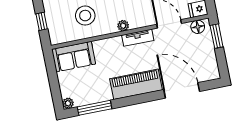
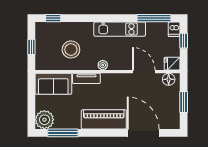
window: (217, 36) -> (184, 102), moved
tv unit: (138, 38) -> (86, 78), moved
plant: (68, 103) -> (44, 120), width x1.87, depth x1.87

